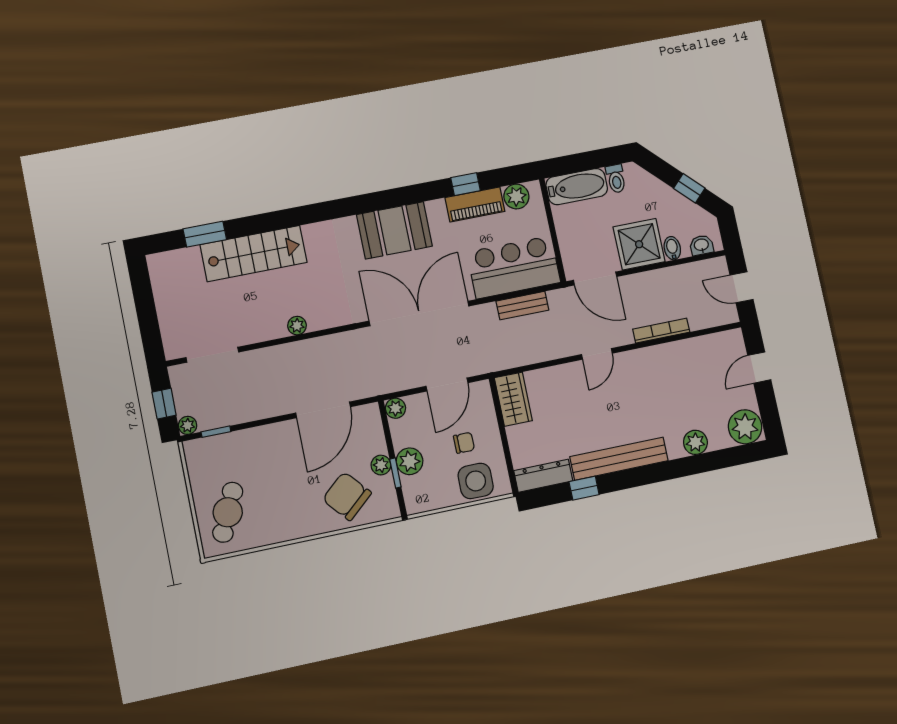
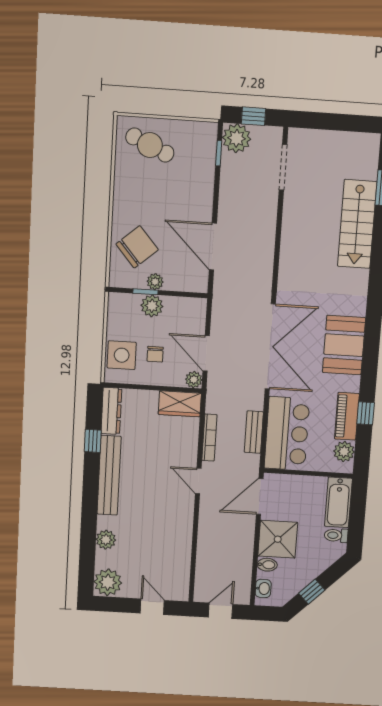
plant: (297, 326) -> (288, 244), removed
bookcase: (661, 331) -> (209, 438), moved
plant: (395, 408) -> (194, 380), moved
plant: (188, 425) -> (237, 138), width x1.88, depth x1.88

